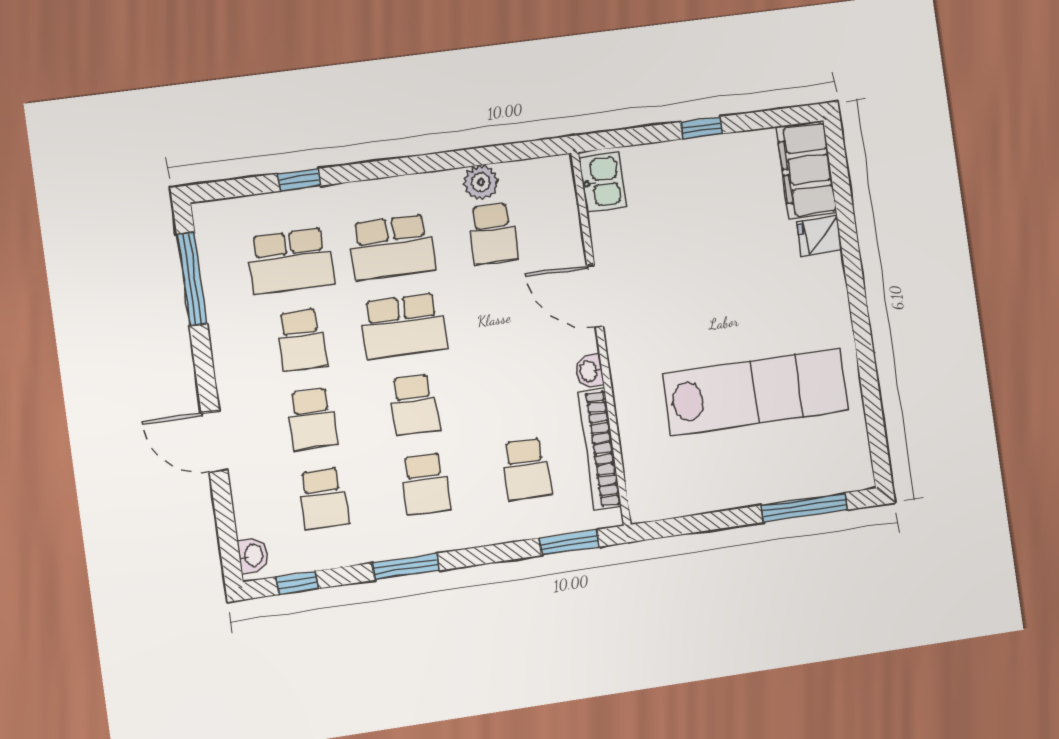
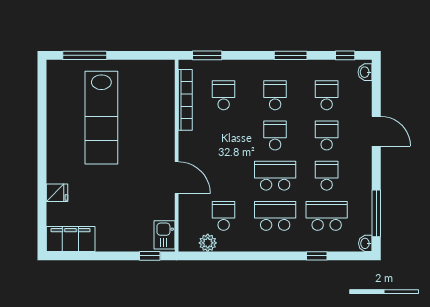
window: (701, 128) -> (150, 256), moved
filing cabinet: (806, 170) -> (71, 239), moved, turned -90
plant: (481, 182) -> (208, 243), moved
washbasin: (589, 371) -> (365, 243), moved, turned 180
lab bench: (756, 392) -> (101, 118), turned -90

